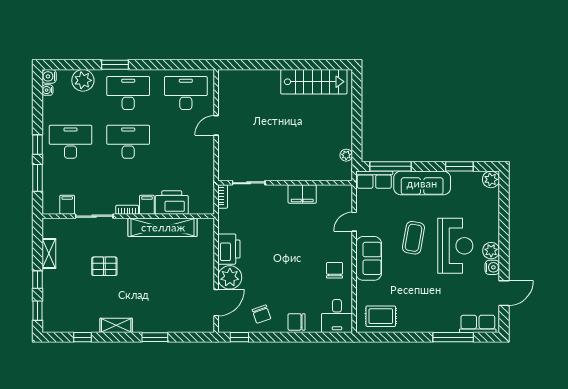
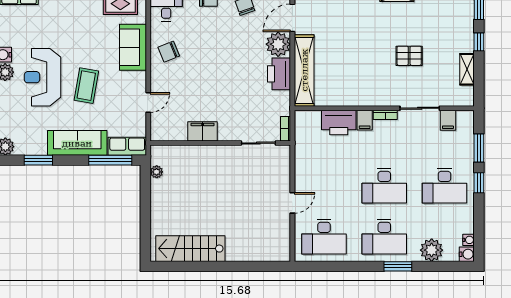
shelving: (163, 227) -> (304, 70), moved, turned 90
sofa: (369, 258) -> (133, 47), moved
chair: (334, 270) -> (169, 52), turned 68

